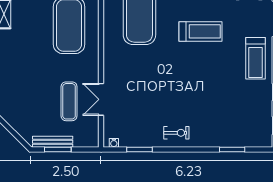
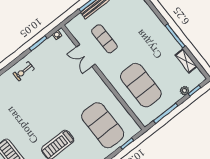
double door: (101, 99) -> (86, 55), swing flipped

